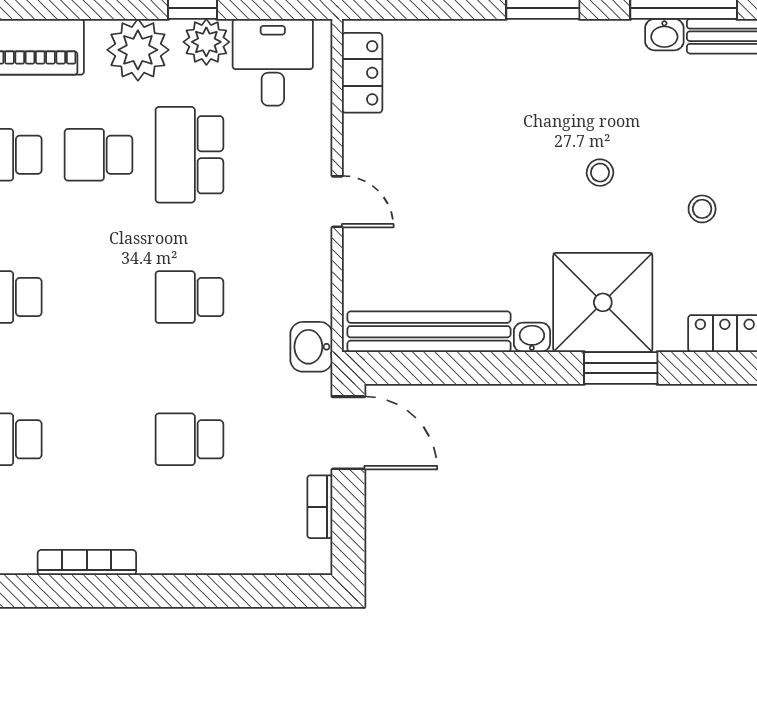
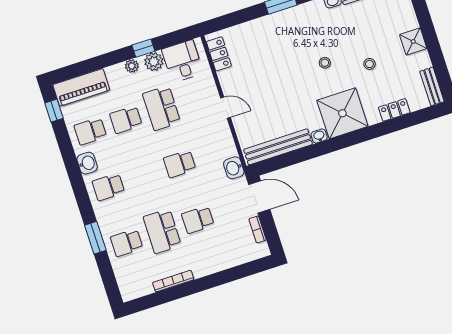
plant: (138, 50) -> (132, 66), width x0.53, depth x0.53
window: (621, 368) -> (358, 137), removed
school desk: (99, 439) -> (162, 231), added

